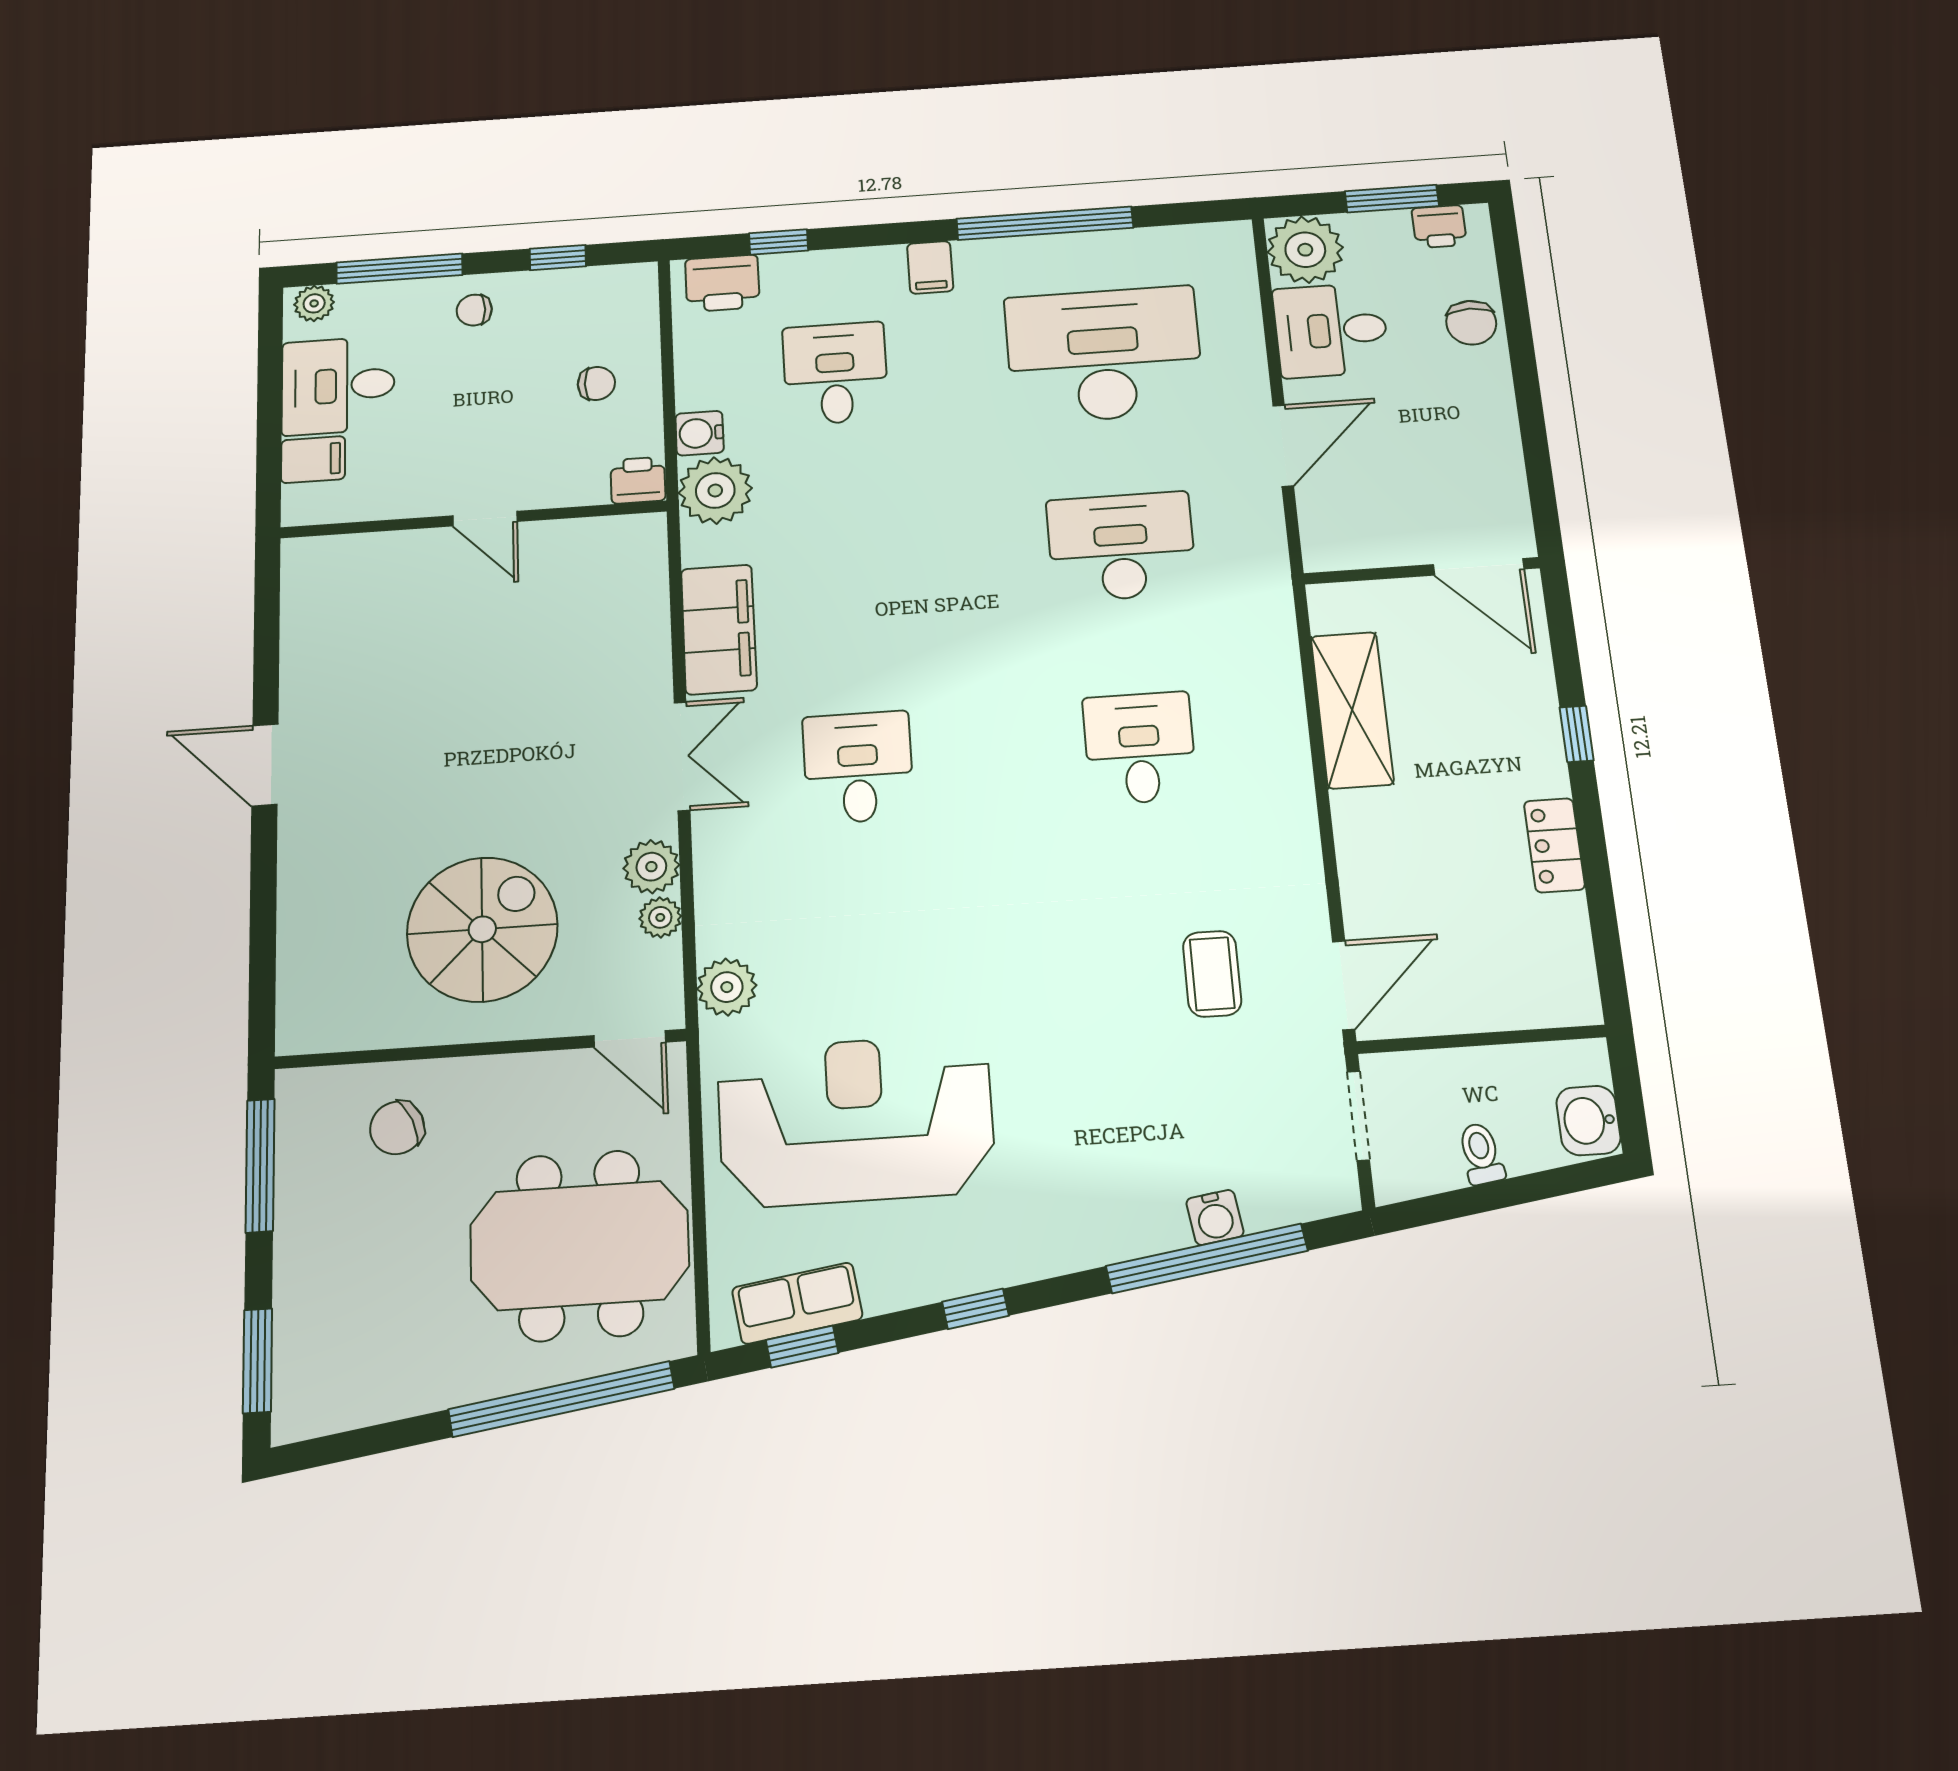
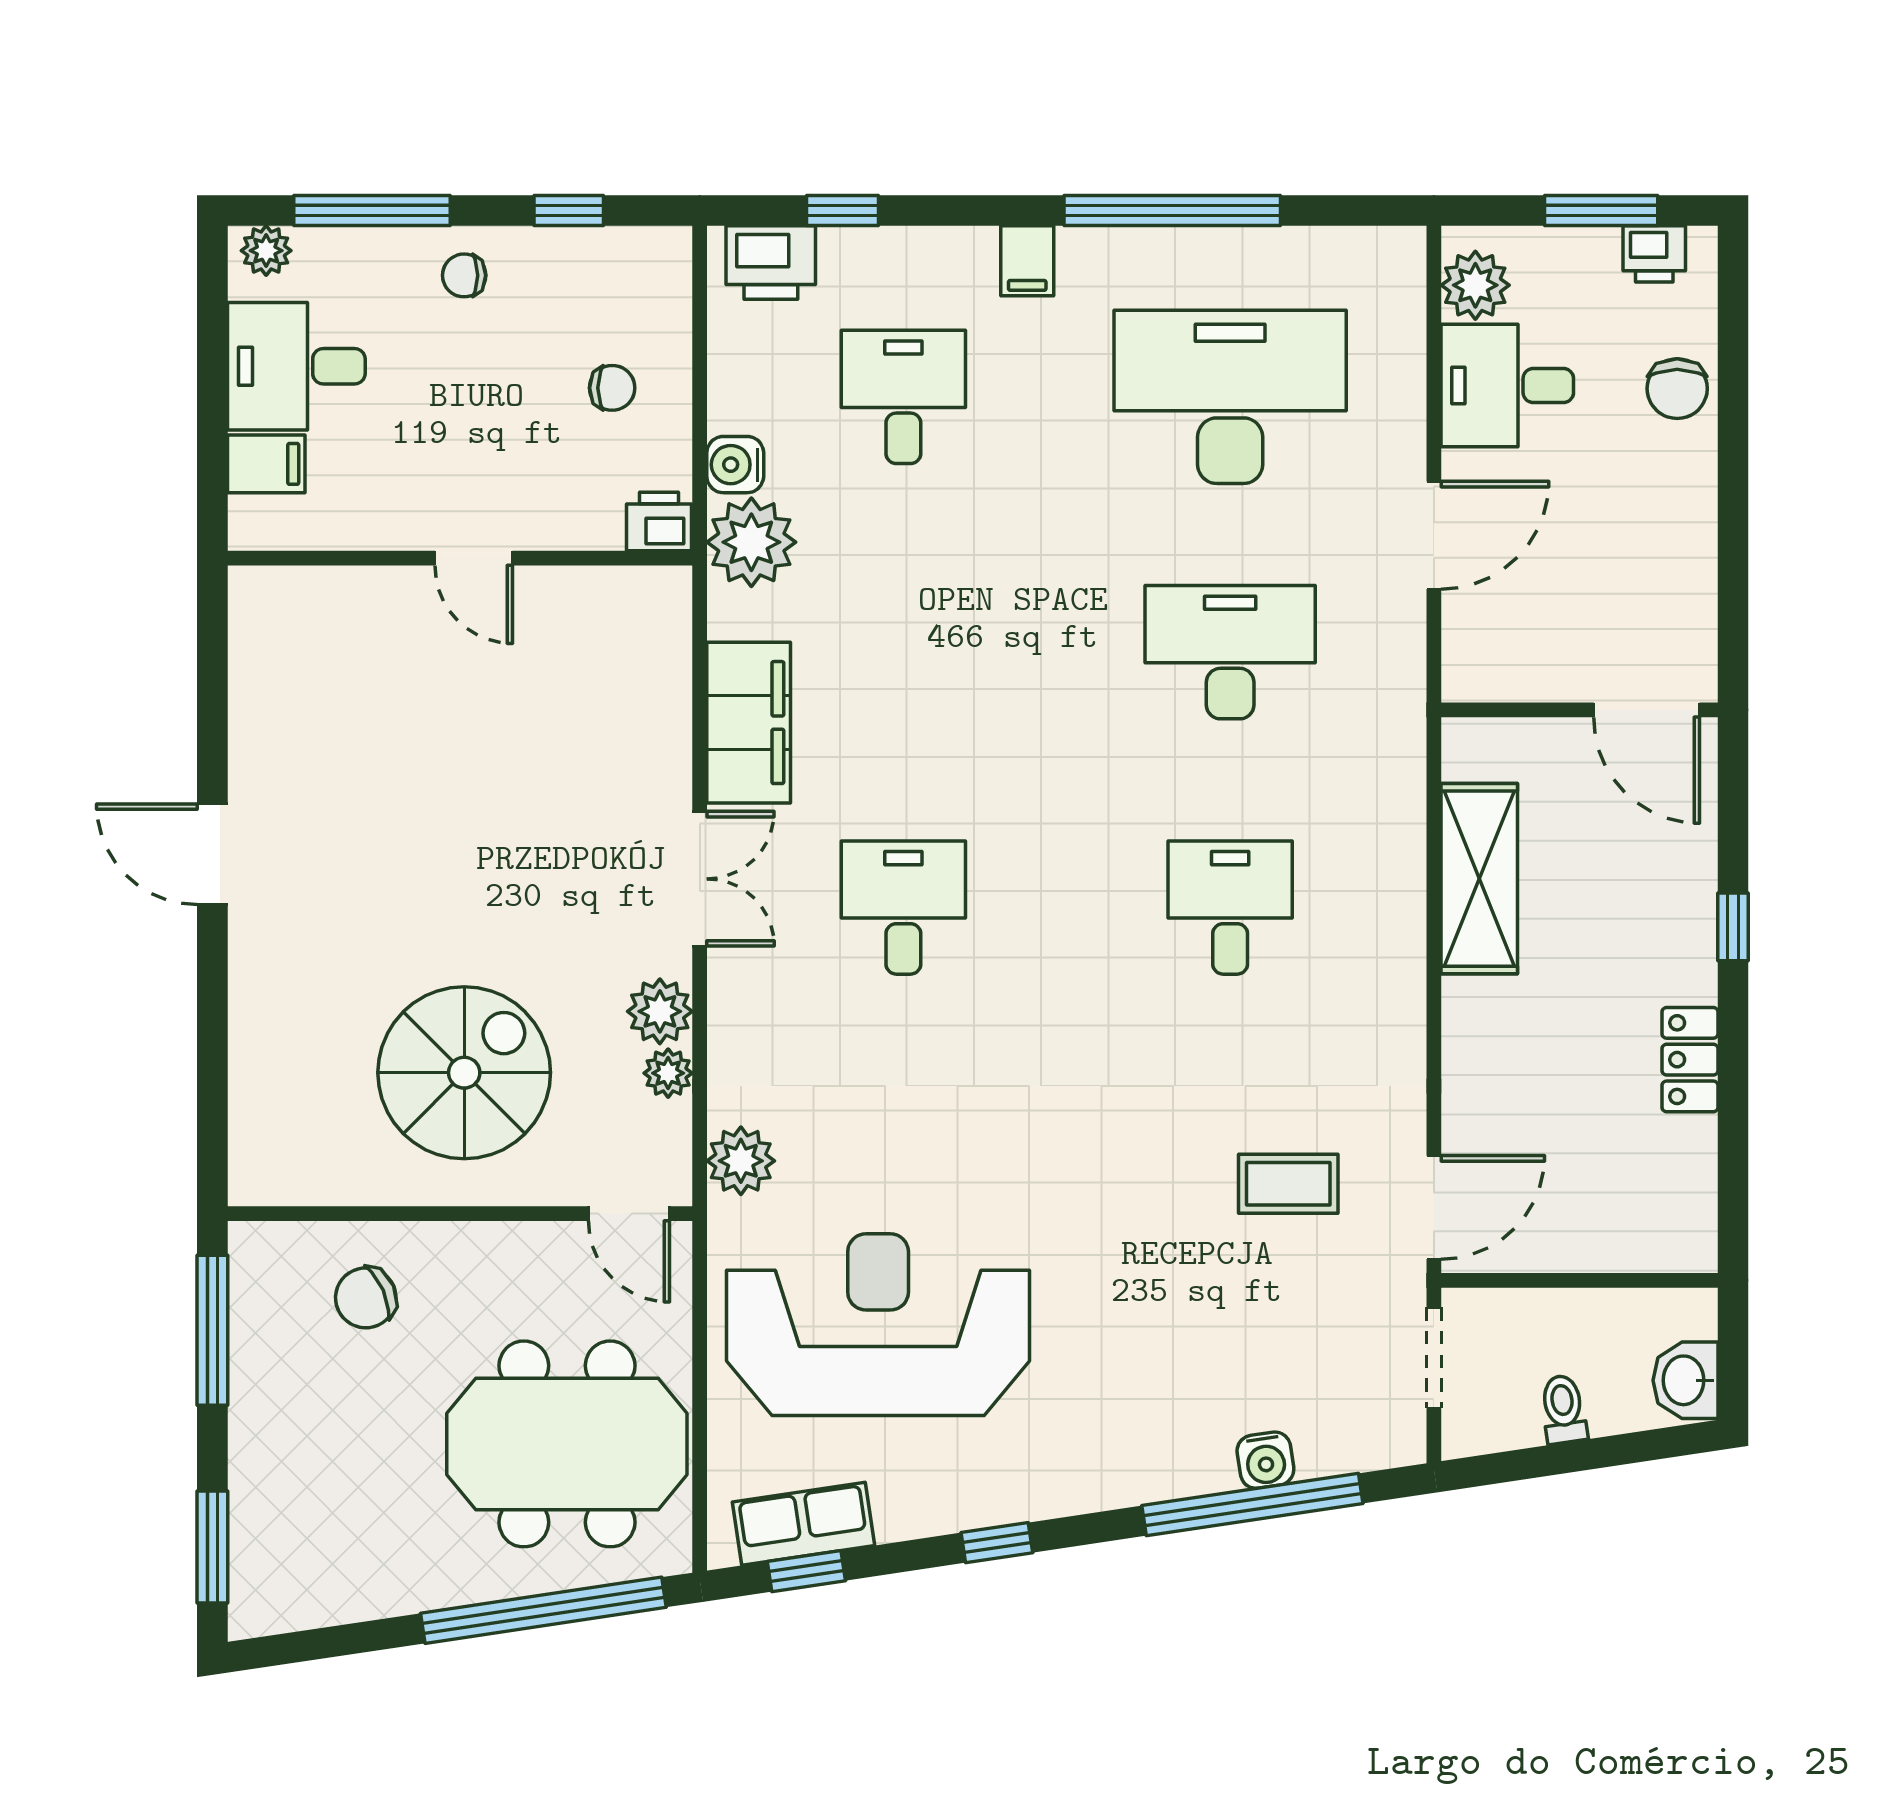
plant: (1305, 250) -> (1475, 285), width x0.73, depth x0.73
coffee table: (1212, 974) -> (1288, 1184), turned 90

